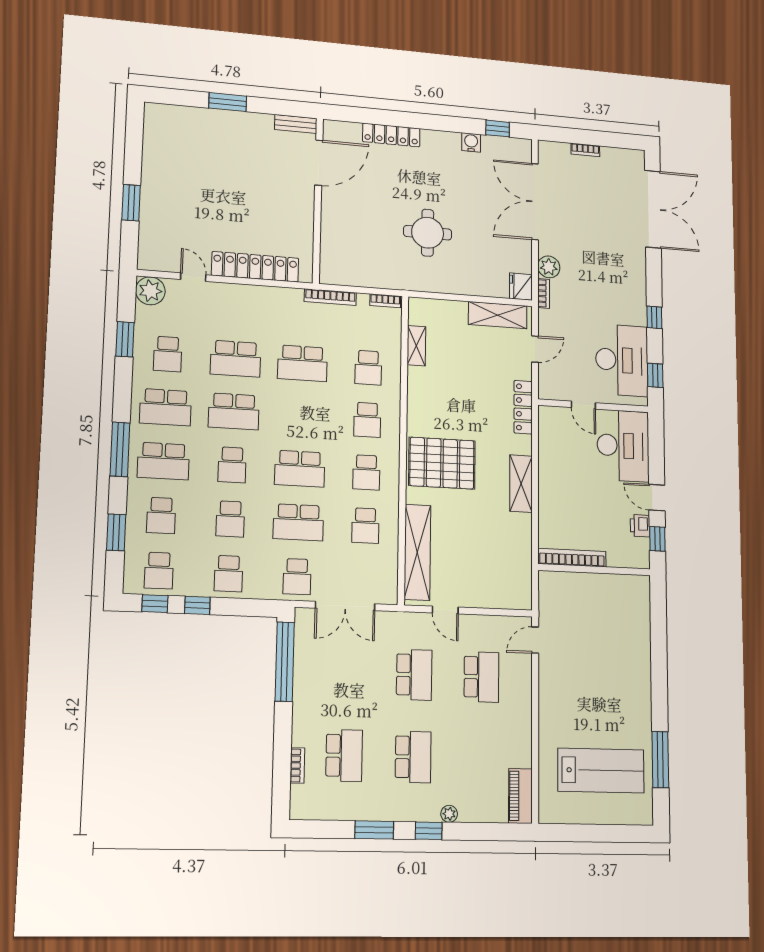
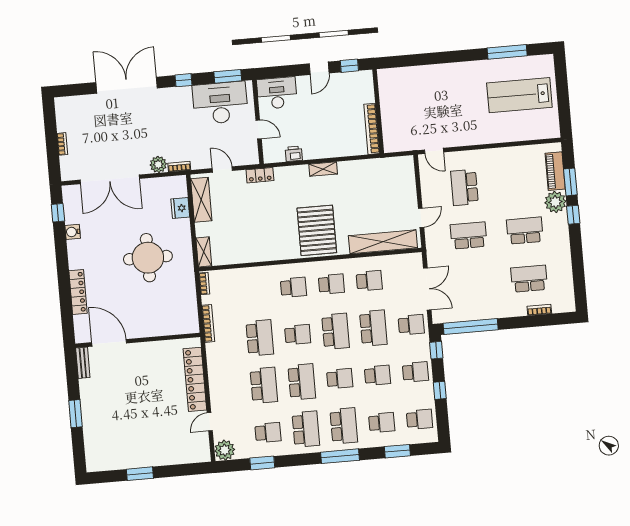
window: (131, 203) -> (140, 474), moved
double door: (653, 209) -> (127, 85), moved
round table: (428, 233) -> (148, 258), width x1.36, depth x1.36
fridge: (521, 287) -> (180, 208), moved, turned 90
shelving: (416, 346) -> (204, 252), moved, turned 90
school desk: (368, 368) -> (298, 335), moved
window: (655, 375) -> (228, 76), width x1.50
door: (583, 405) -> (259, 129), hinge flipped
locker: (523, 407) -> (260, 175), width x0.66
desk: (623, 446) -> (277, 93), width x0.73, depth x0.77
shelving: (521, 484) -> (323, 169), width x0.67, depth x0.75
printer: (640, 526) -> (294, 154), moved, turned 180
window: (155, 604) -> (436, 350), moved
school desk: (481, 677) -> (464, 187), turned -90
lab bench: (601, 770) -> (519, 95), turned -90
piano: (520, 796) -> (555, 171), moved, turned 90
plant: (449, 814) -> (555, 202), width x1.88, depth x1.88
window: (374, 830) -> (570, 182), moved

